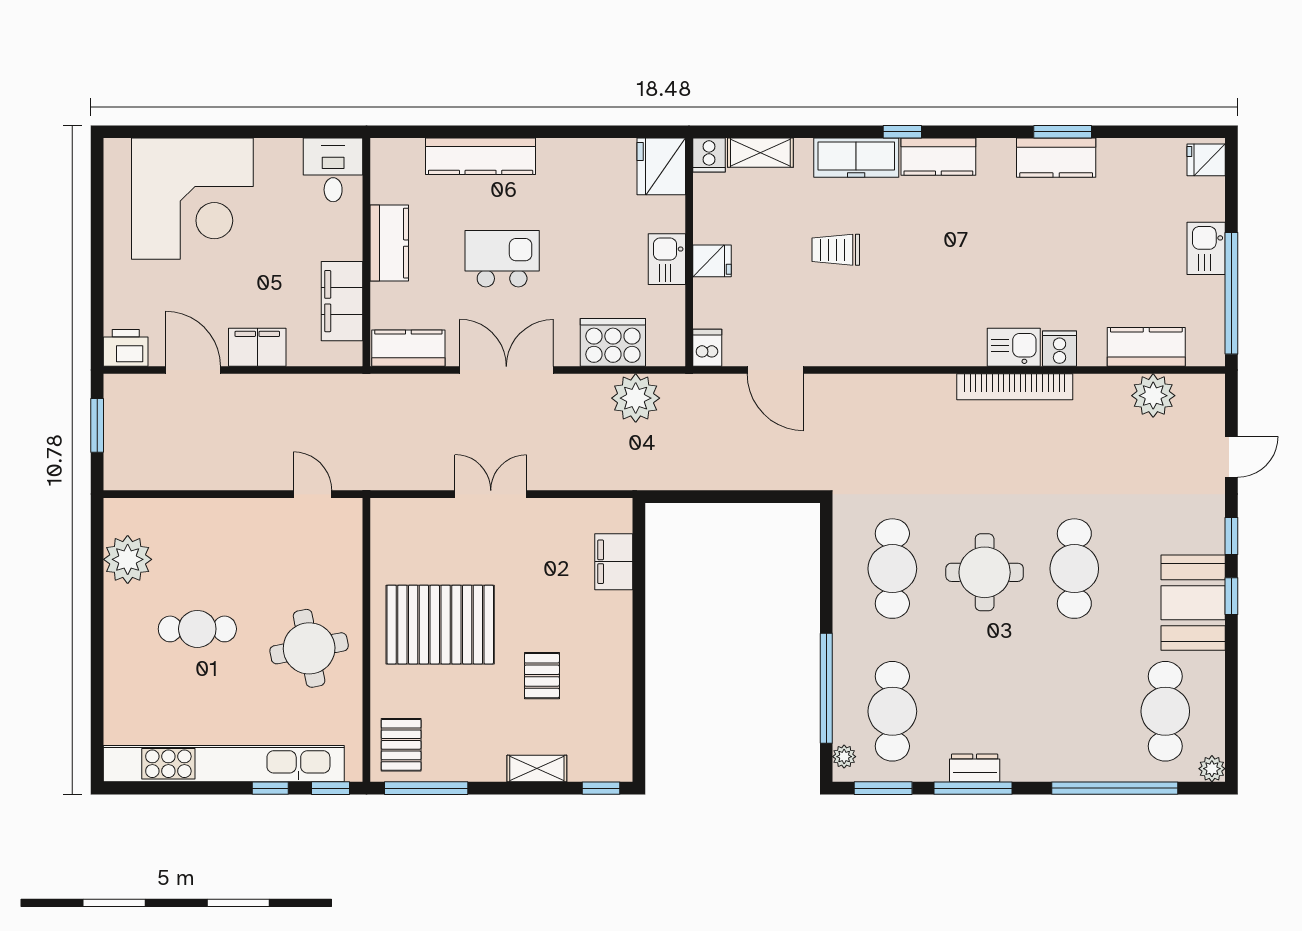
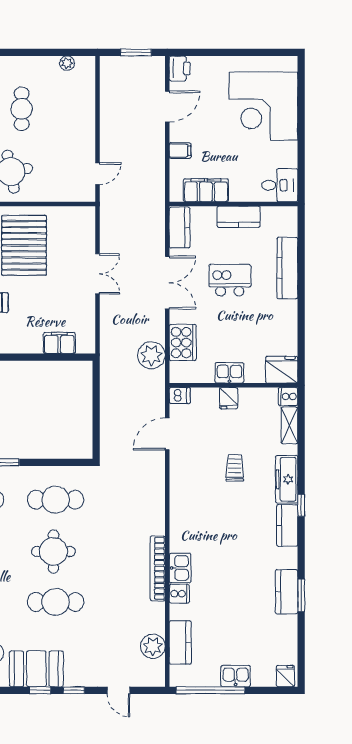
kitchen island: (502, 259) -> (230, 280), turned -90
filing cabinet: (257, 347) -> (180, 151), width x0.50
plant: (128, 559) -> (67, 63), width x0.53, depth x0.53

